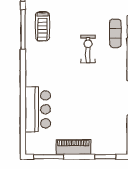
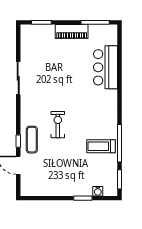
treadmill: (43, 26) -> (101, 146), turned -90
exercise bike: (88, 49) -> (58, 125), turned 180

